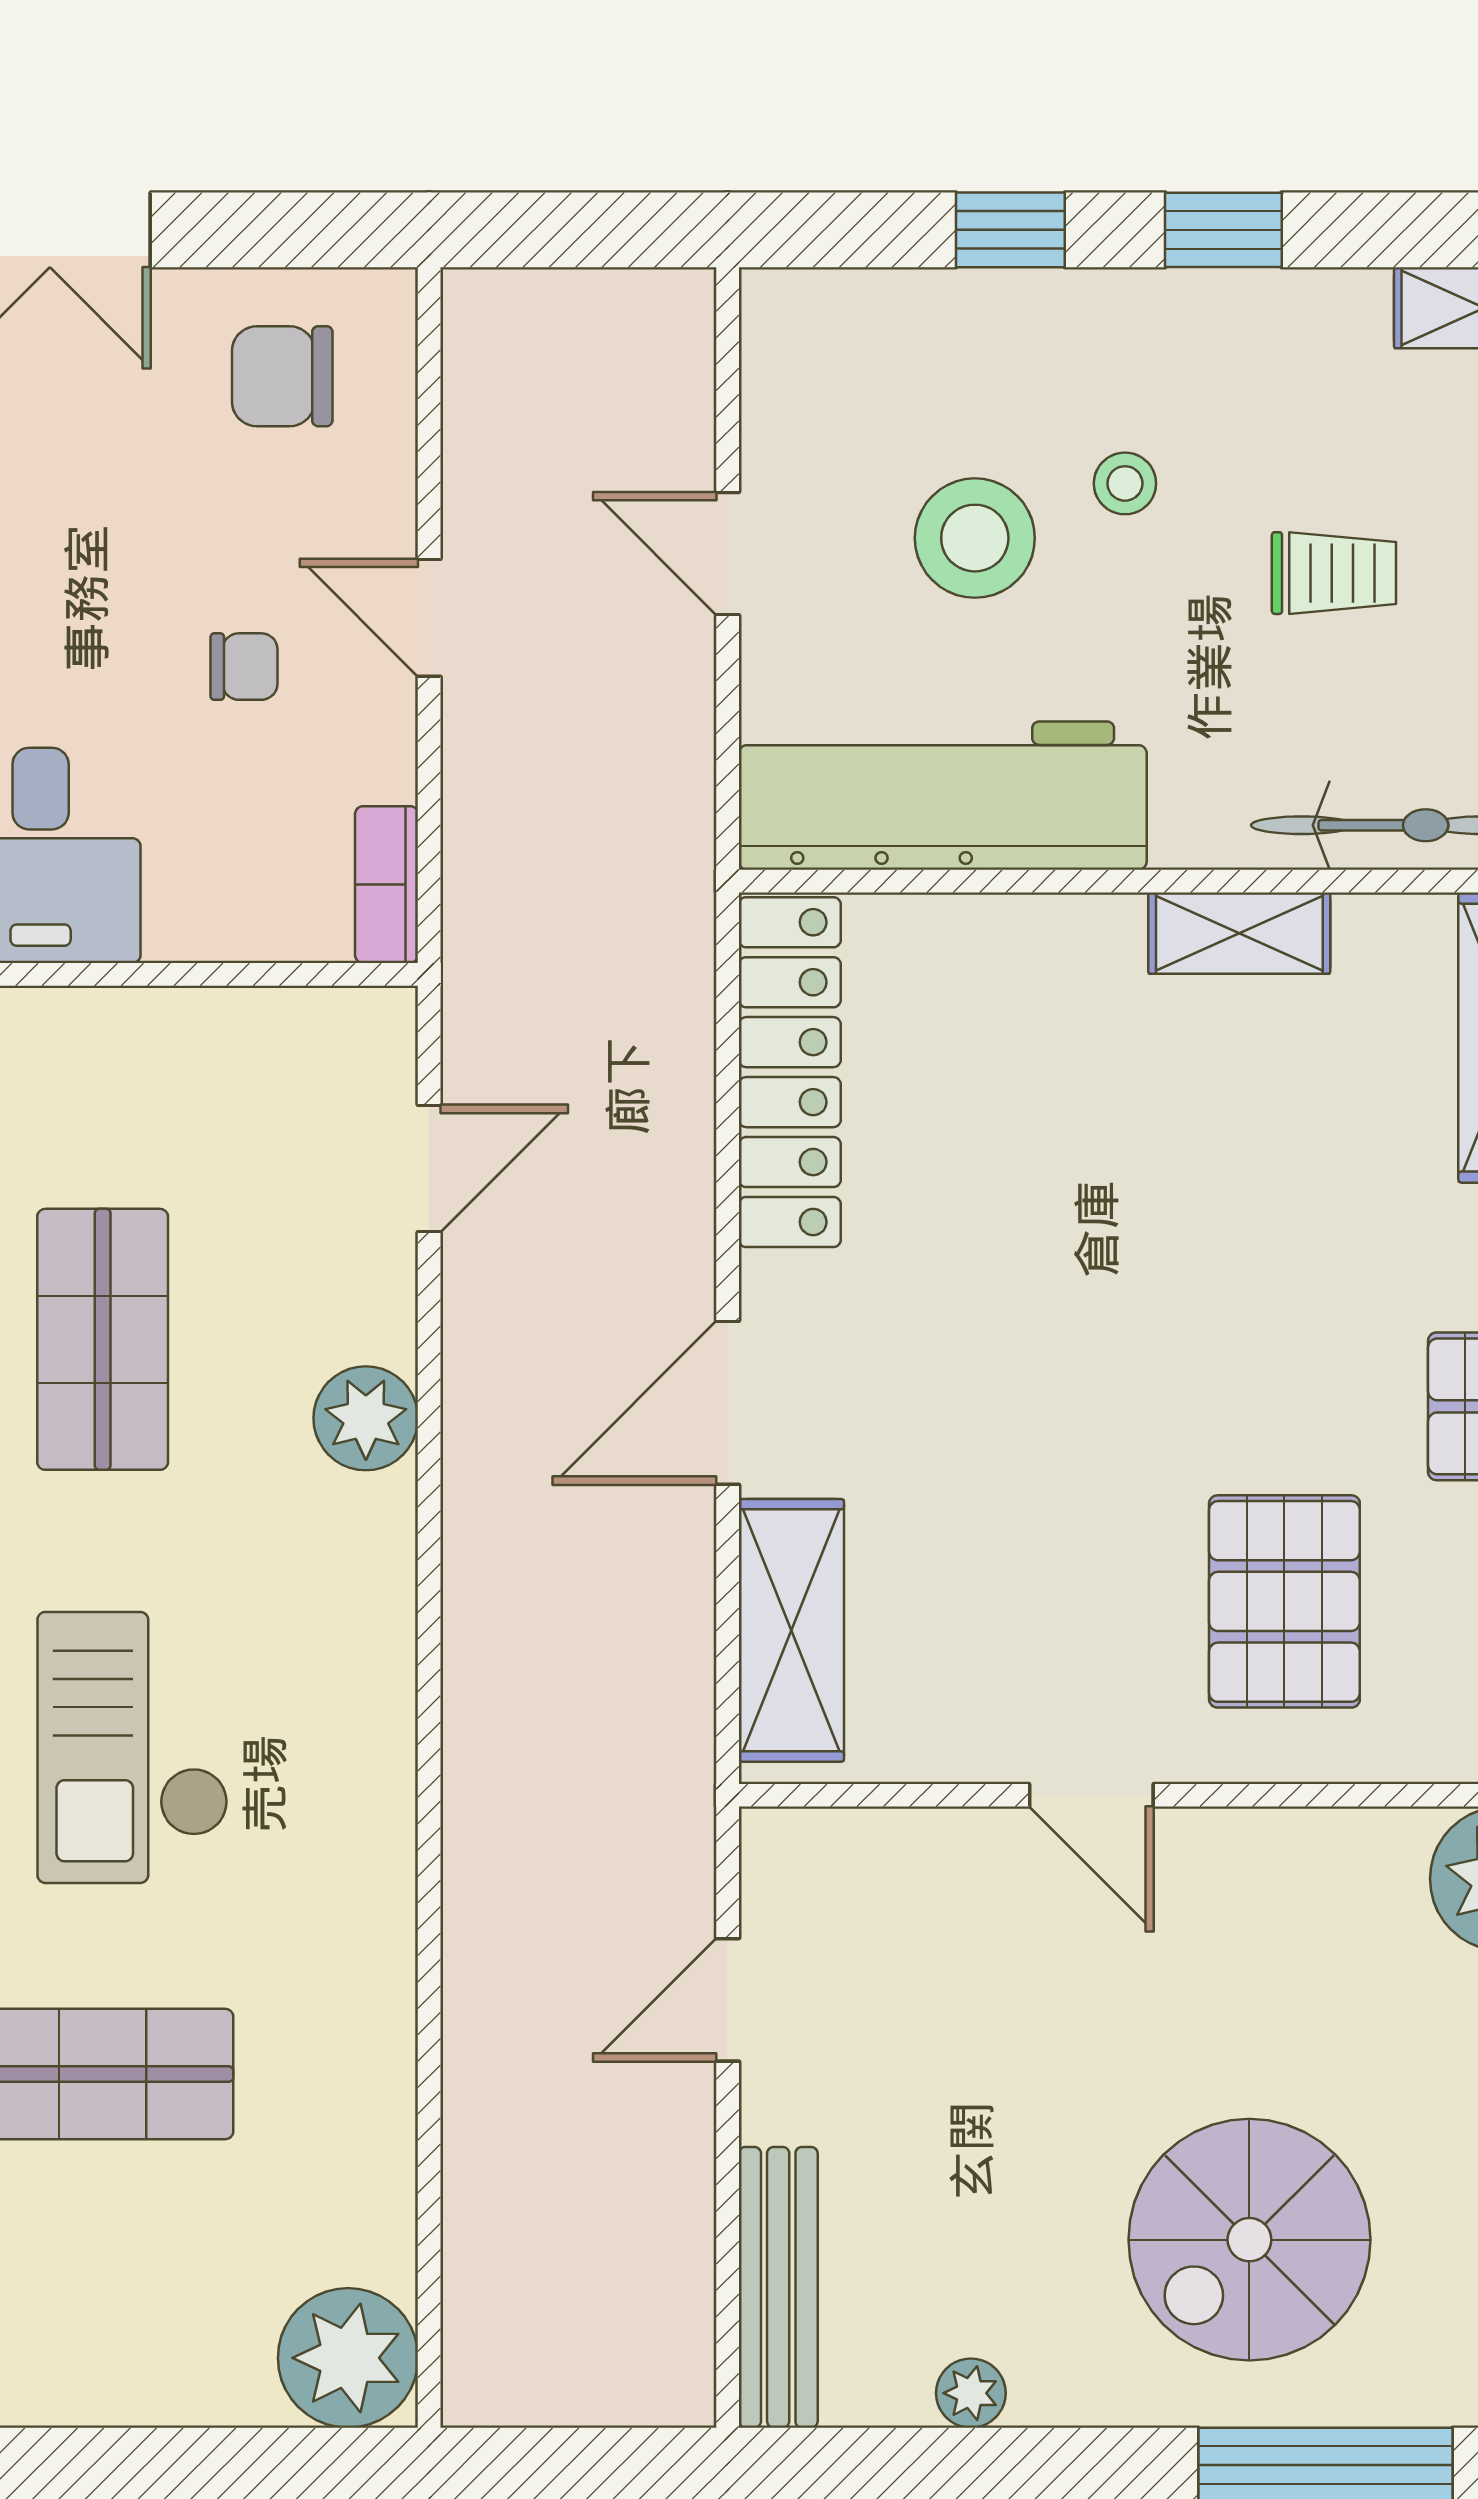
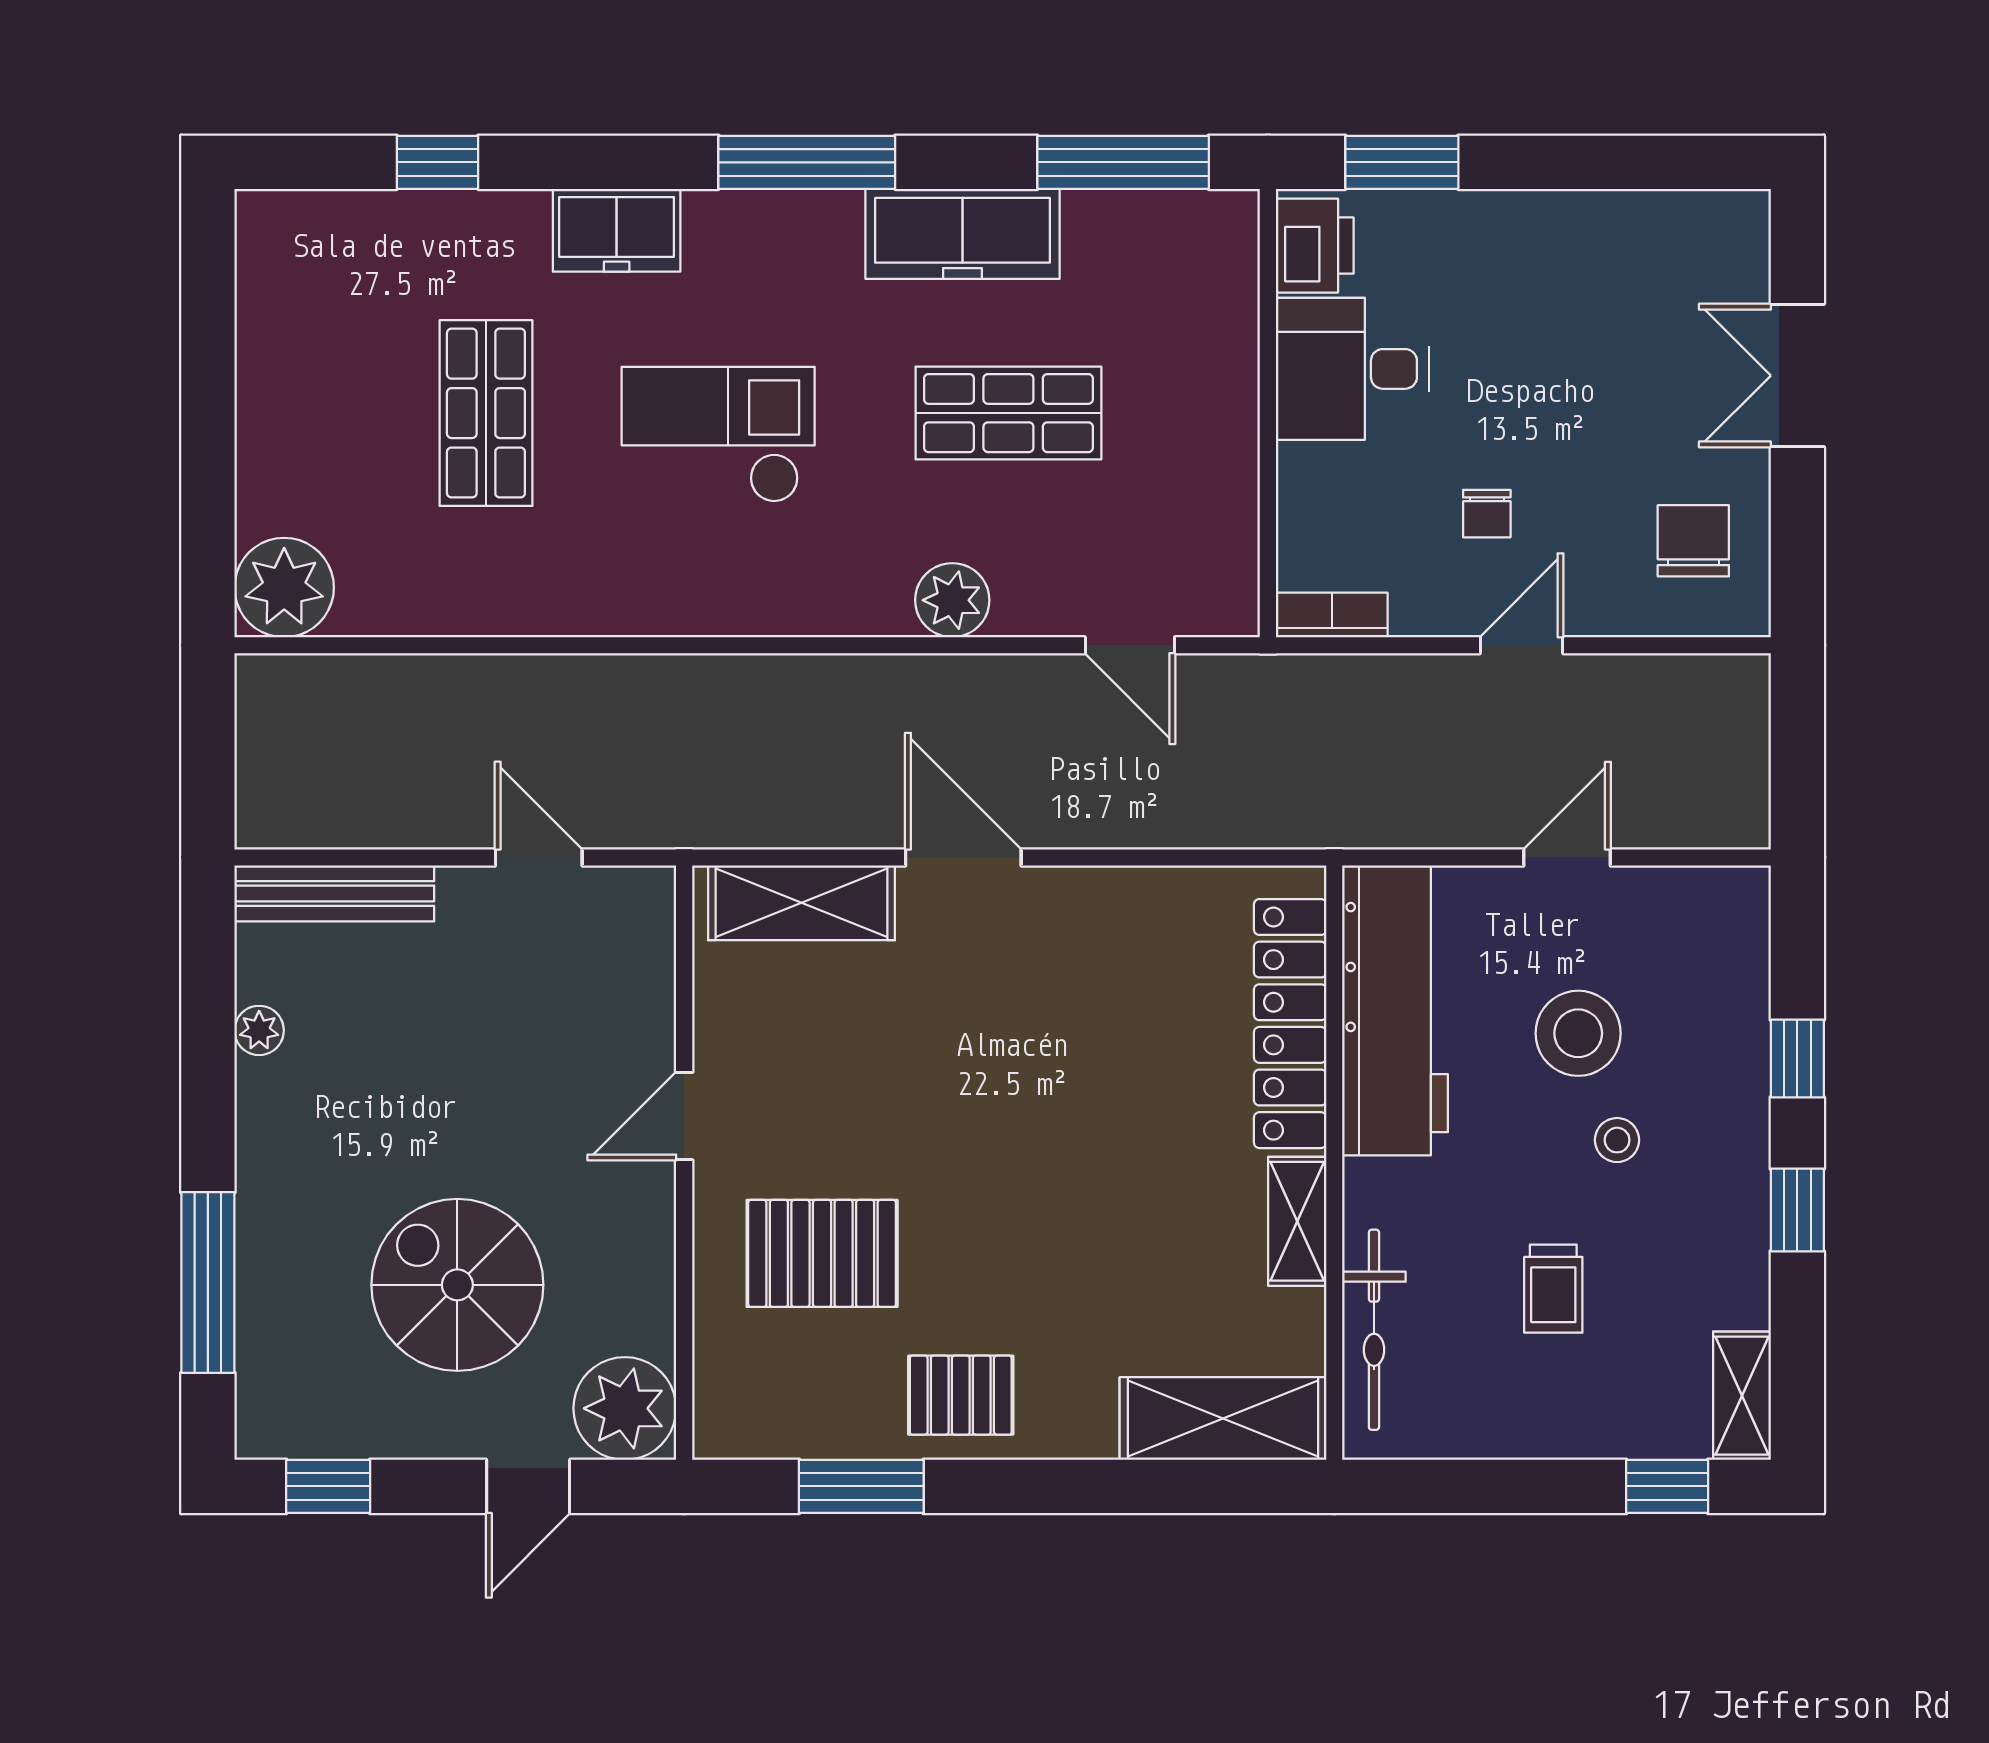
locker: (790, 1072) -> (1290, 1024), moved, turned 90
spiral stairs: (1249, 2240) -> (457, 1285), moved

